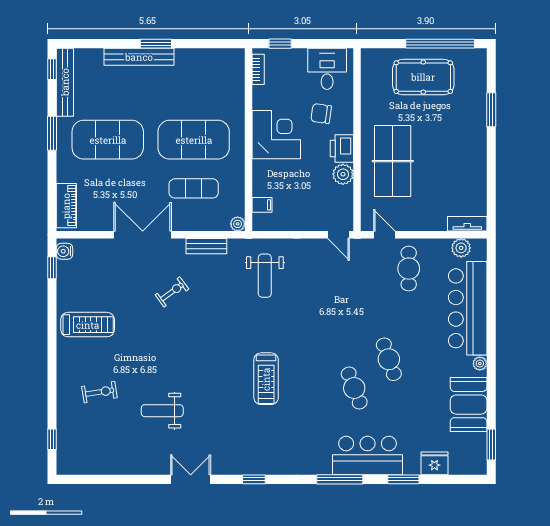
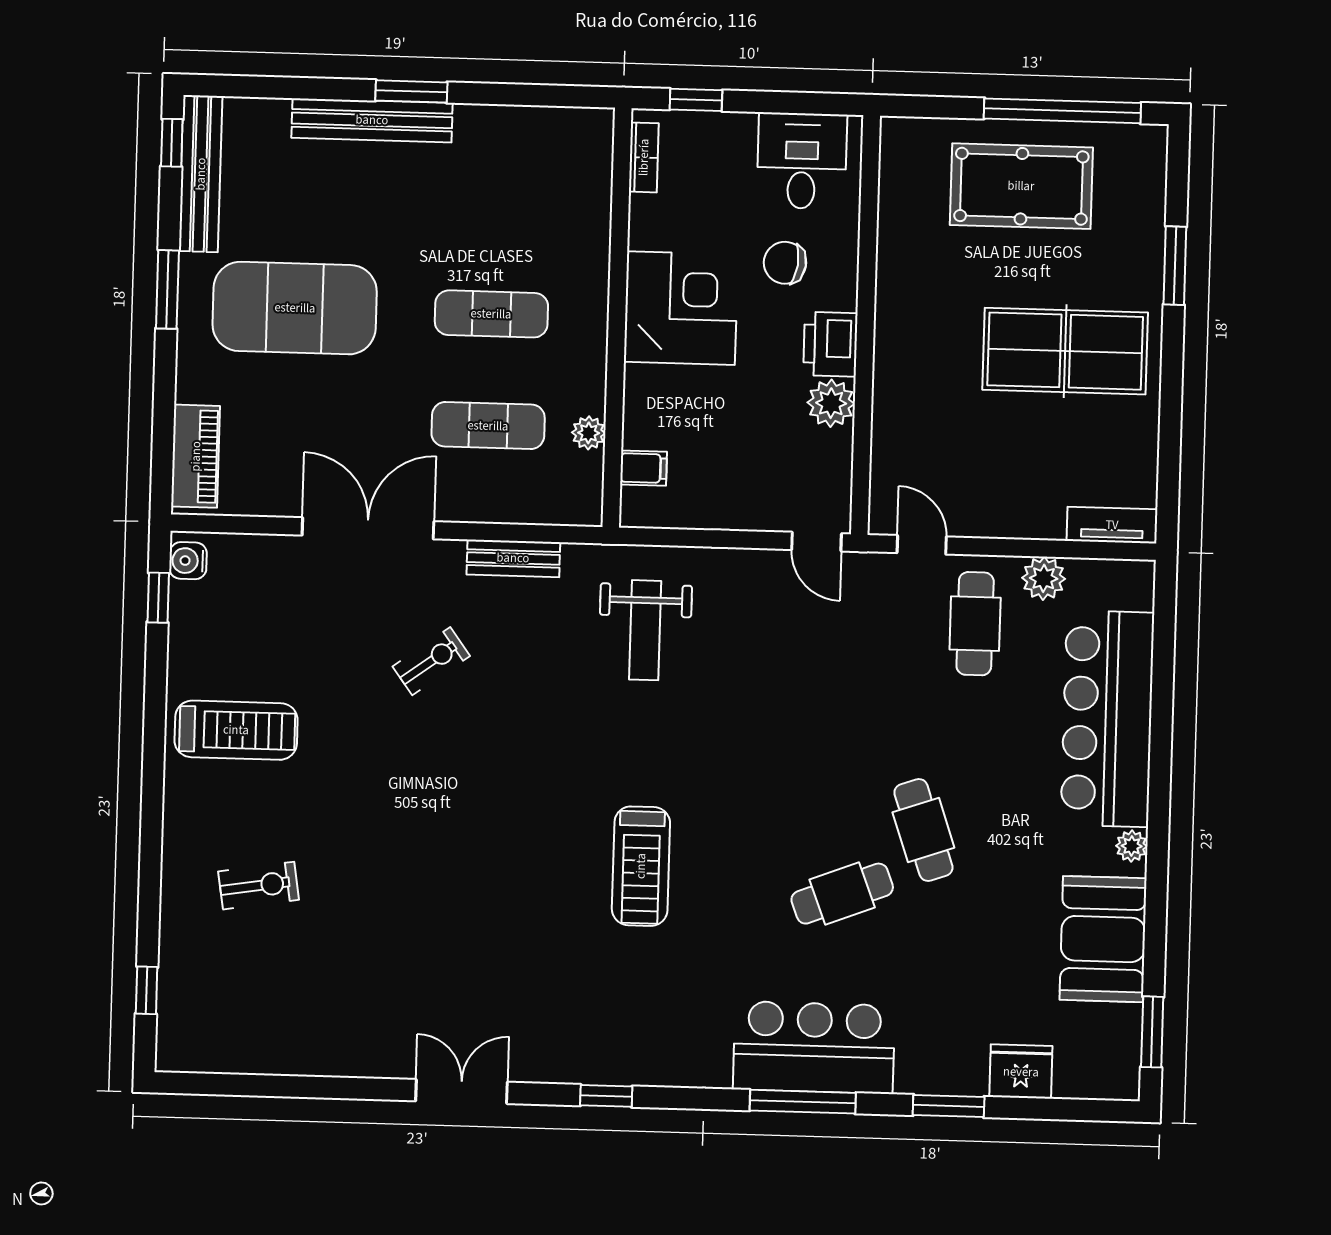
exercise mat: (194, 140) -> (491, 314), width x0.50, depth x0.69
table tennis table: (393, 161) -> (1065, 351), moved, turned 90
plant: (238, 224) -> (589, 433), moved
plant: (461, 248) -> (1044, 578), moved
cafe table: (354, 388) -> (842, 894), turned 90
weight bench: (162, 411) -> (401, 932), removed
bar counter: (368, 456) -> (814, 1047), moved

